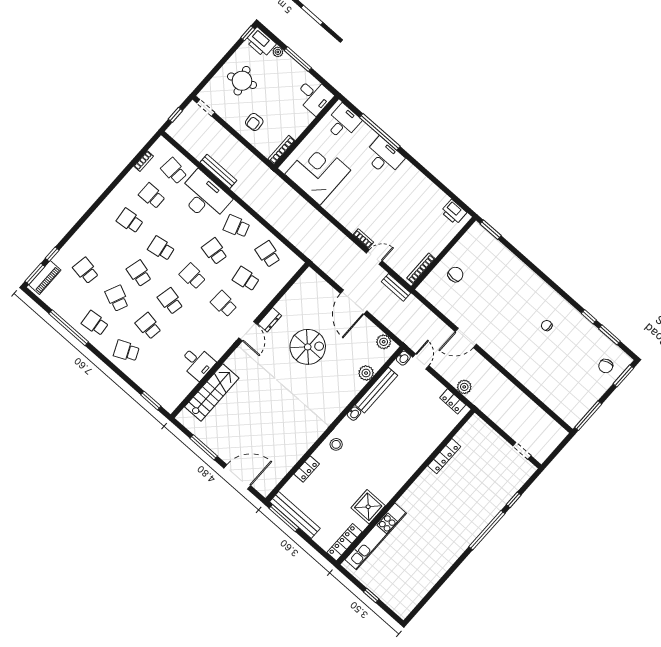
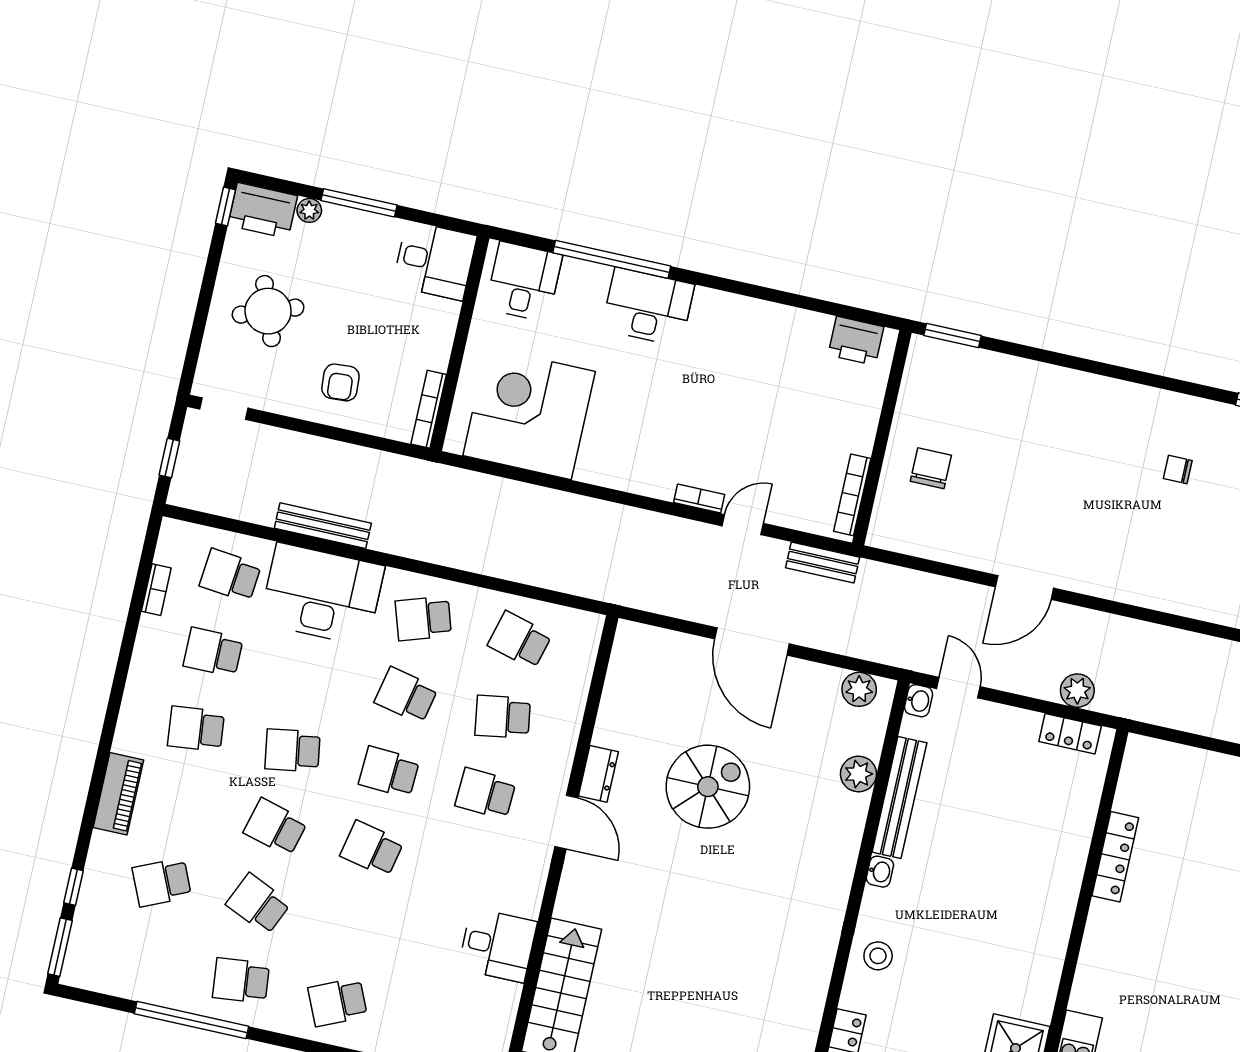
school desk: (86, 271) -> (162, 882), turned -33
piano: (45, 278) -> (118, 794), moved
school desk: (148, 326) -> (355, 925), removed

